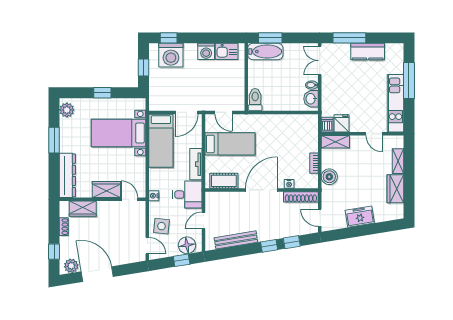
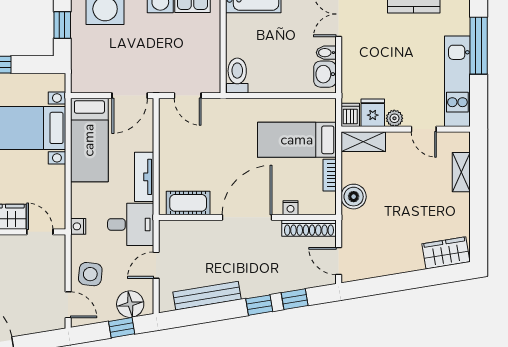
plant: (355, 127) -> (394, 118), added
bed: (230, 144) -> (297, 140), moved, turned 180
wardrobe: (395, 189) -> (446, 253), moved, turned 81
freezer: (360, 217) -> (401, 259), removed

